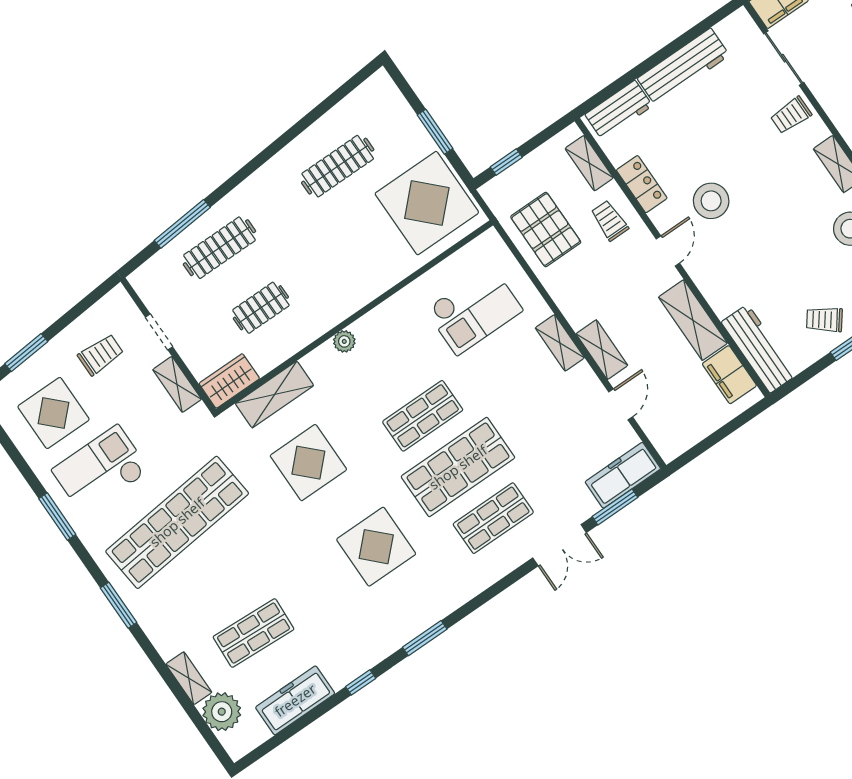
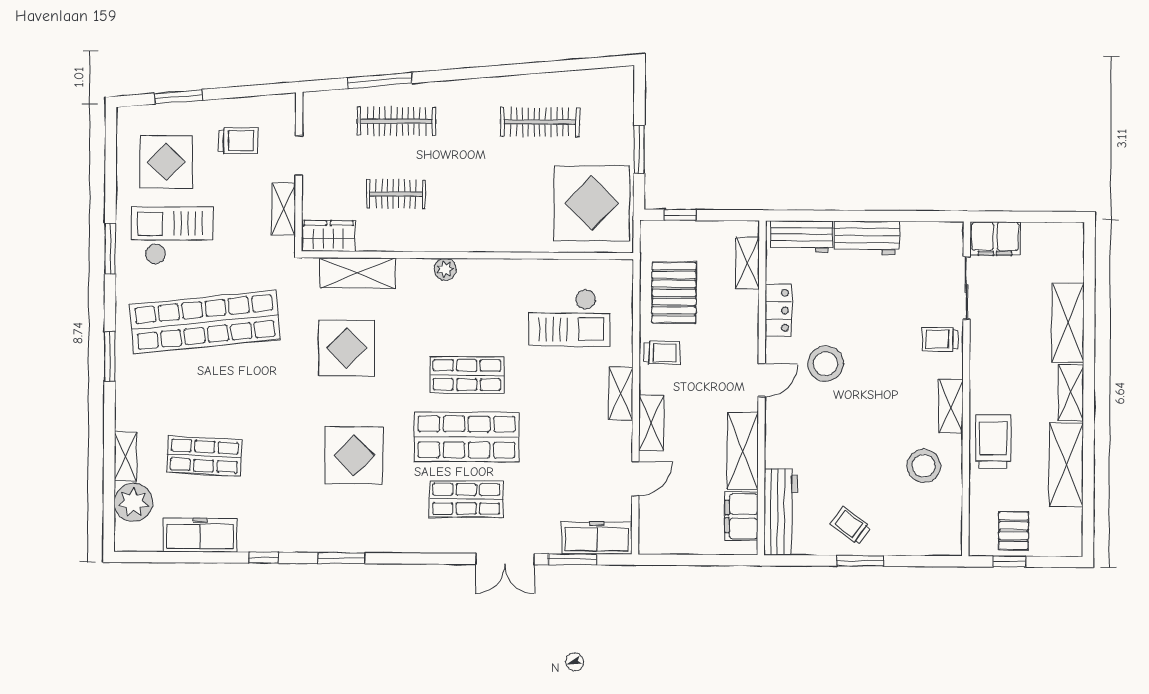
workbench: (683, 67) -> (867, 238), width x0.73
trolley: (610, 221) -> (662, 353), moved, turned 91

